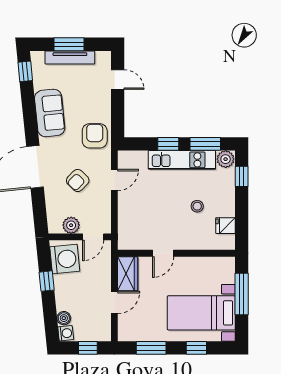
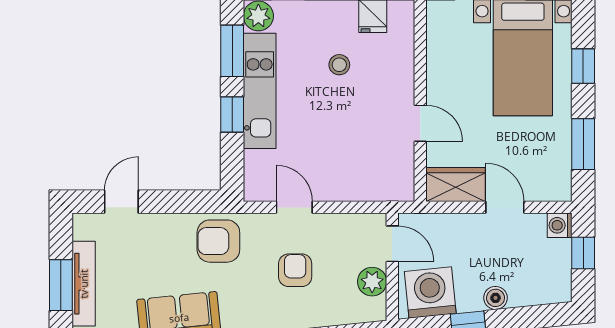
armchair: (78, 180) -> (295, 270), turned -134
boiler: (64, 318) -> (496, 298), moved
washing machine: (66, 333) -> (560, 225), moved, turned -84

